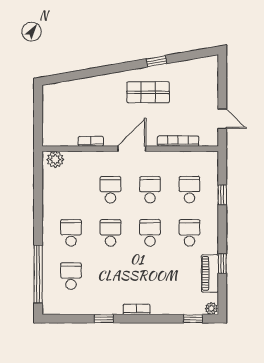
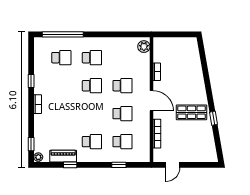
shop shelf: (148, 92) -> (192, 112), turned 90
school desk: (150, 233) -> (92, 114), removed

